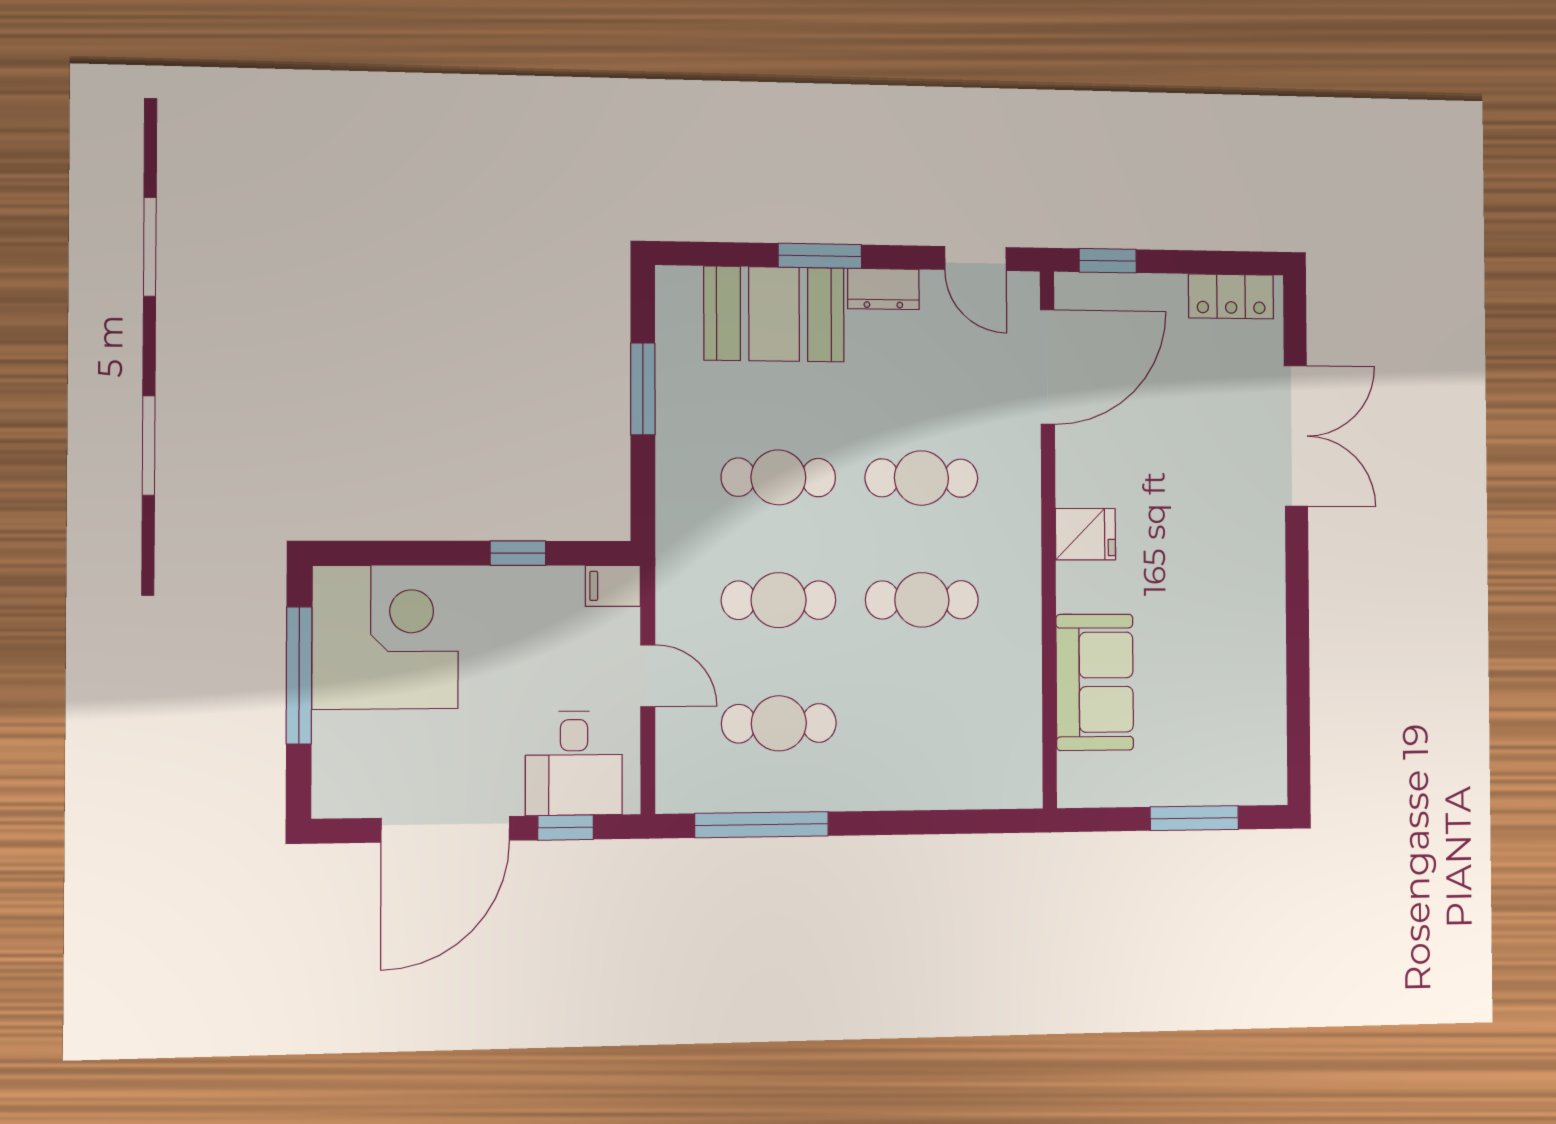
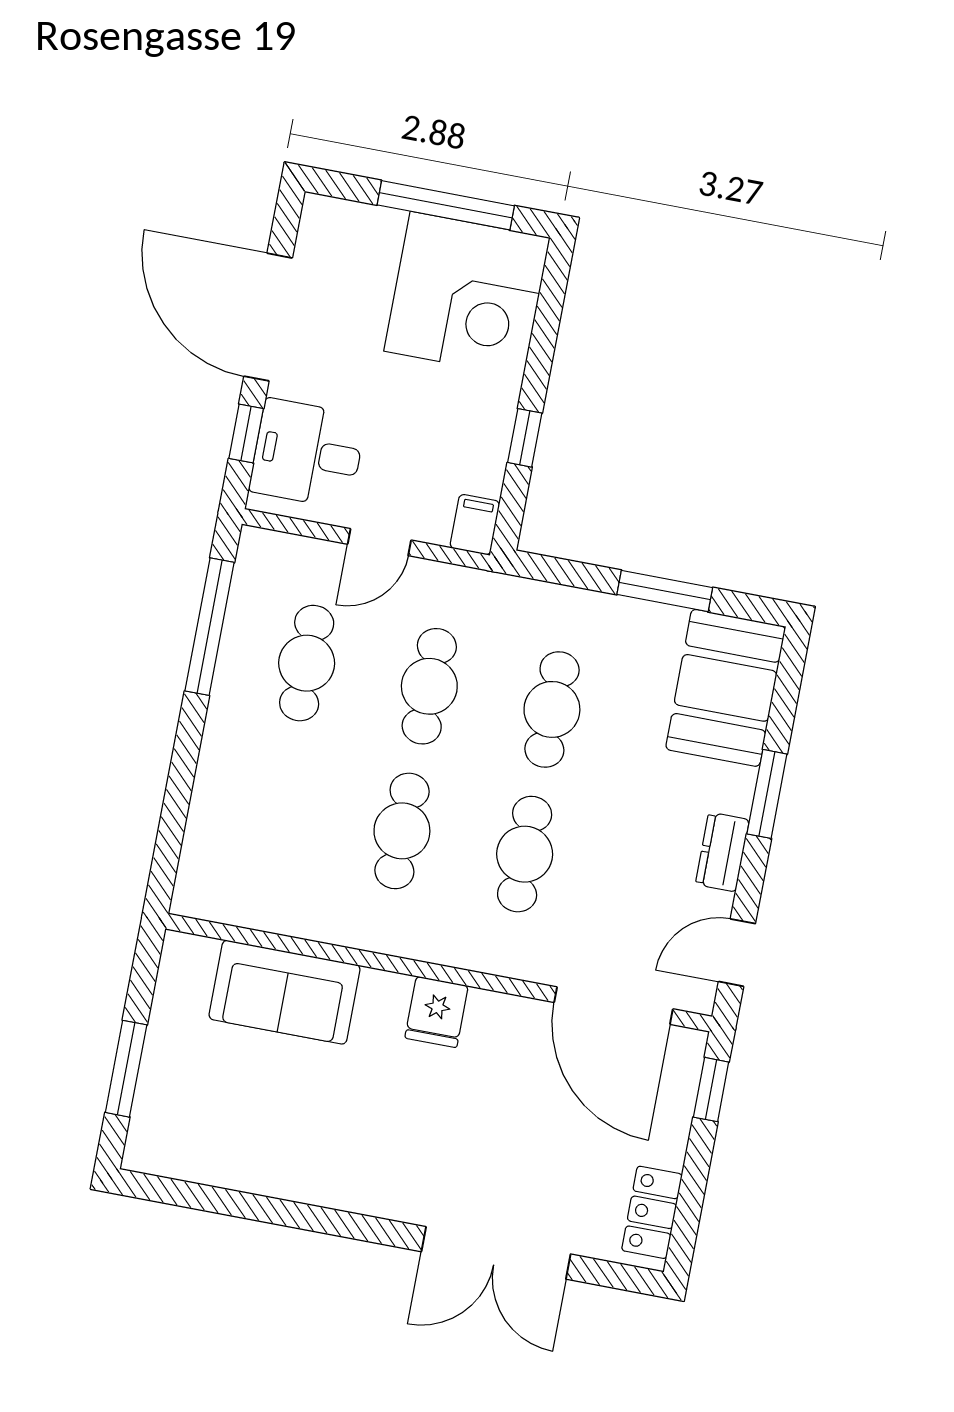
booth: (774, 314) -> (726, 688), moved

